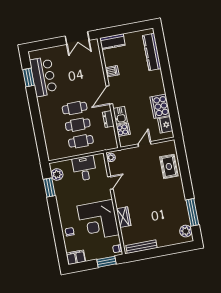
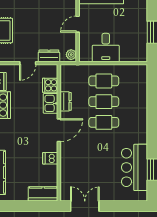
dresser: (129, 153) -> (49, 56), added
plant: (57, 174) -> (140, 46), removed

